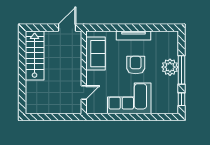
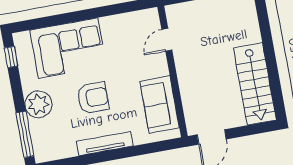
armchair: (136, 65) -> (93, 98), turned -90
window: (182, 70) -> (25, 134), moved
corner sofa: (129, 98) -> (68, 48), moved

